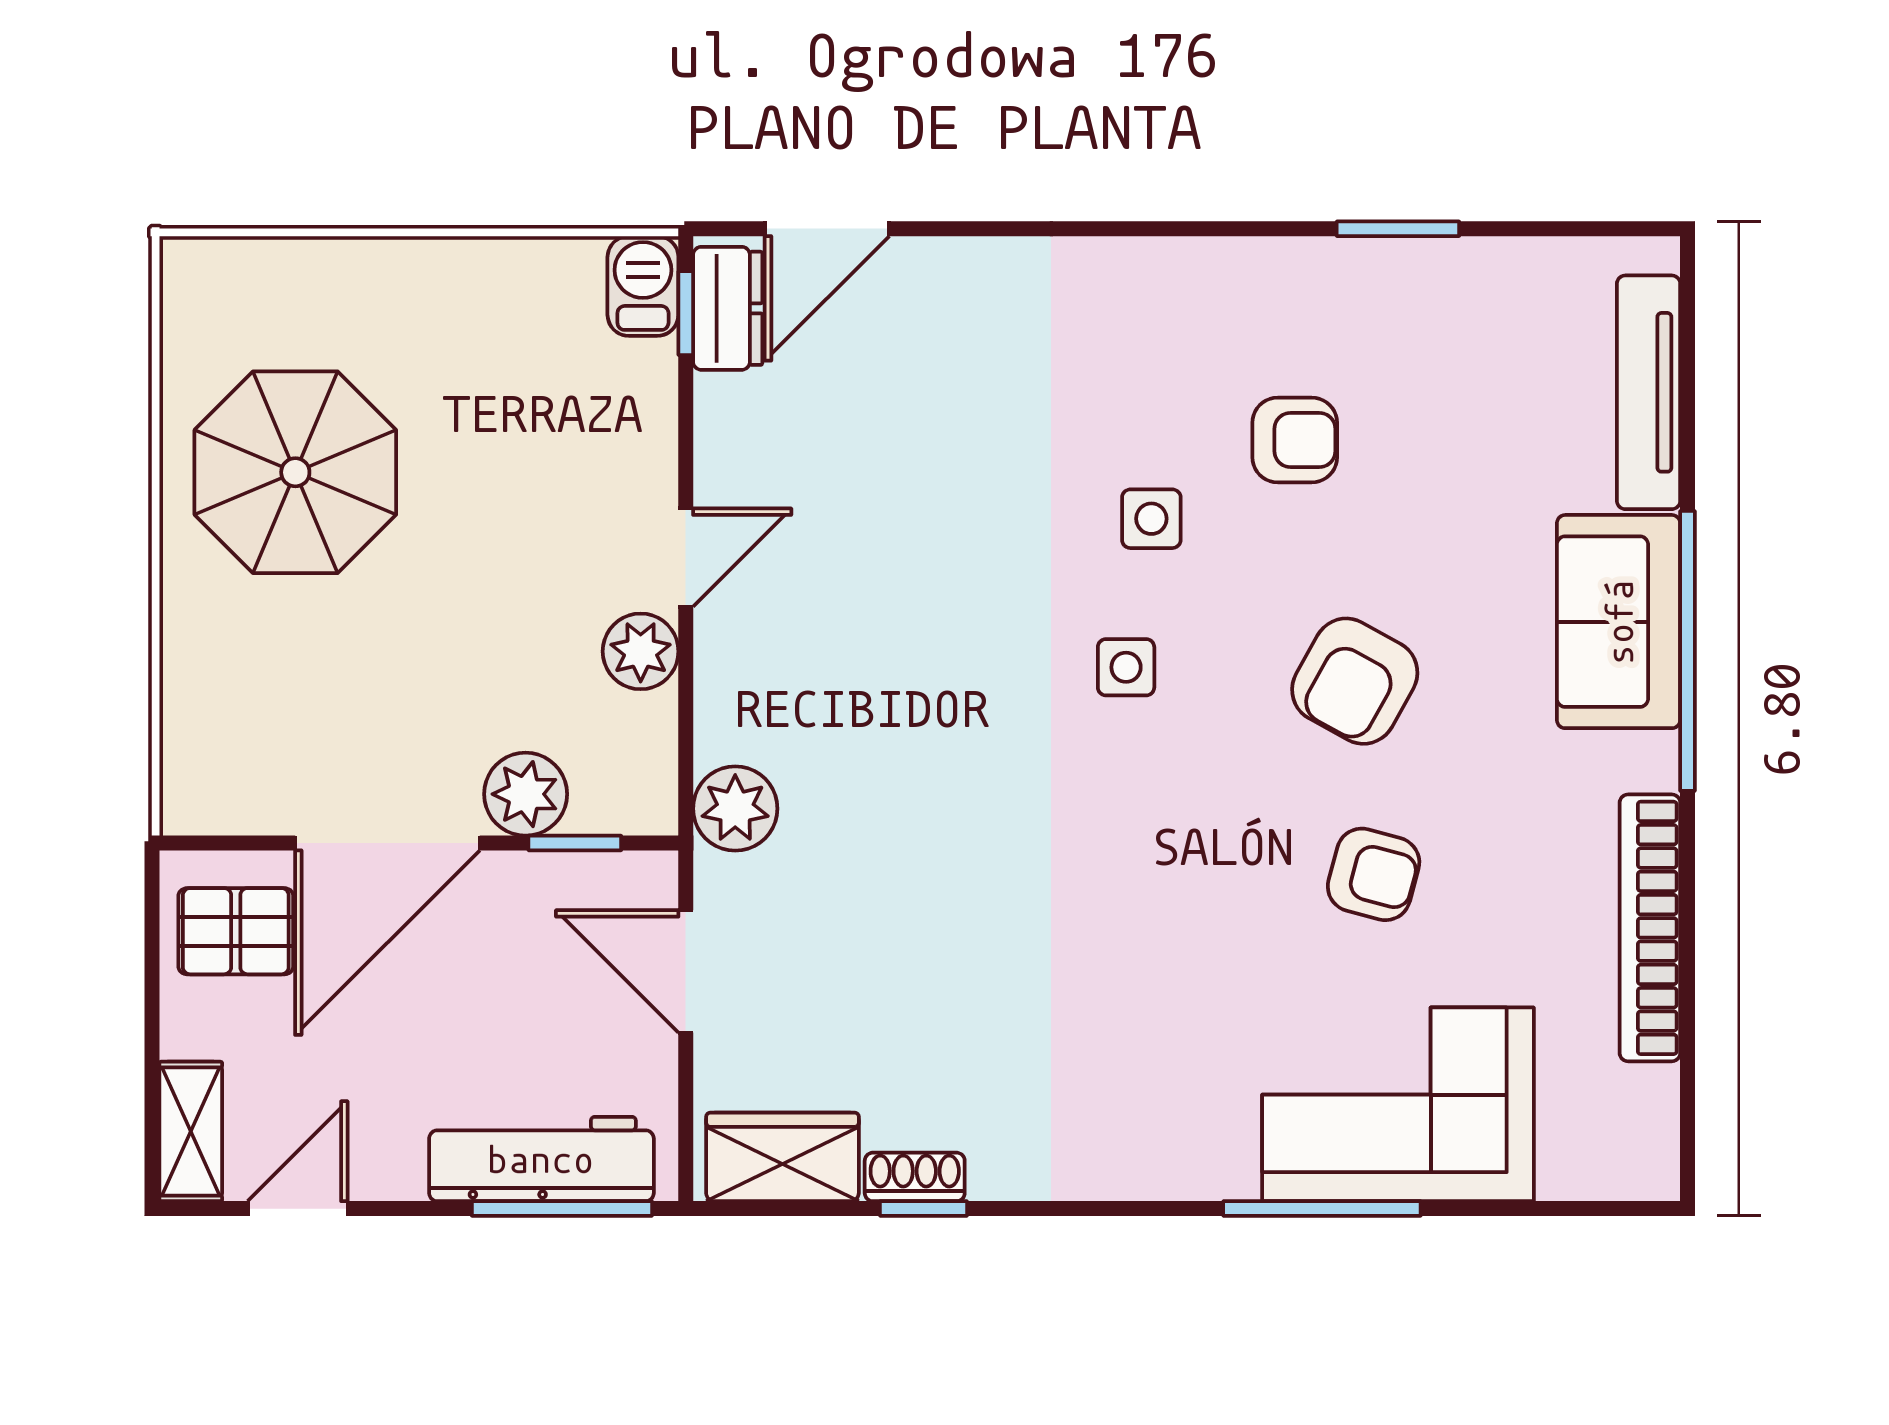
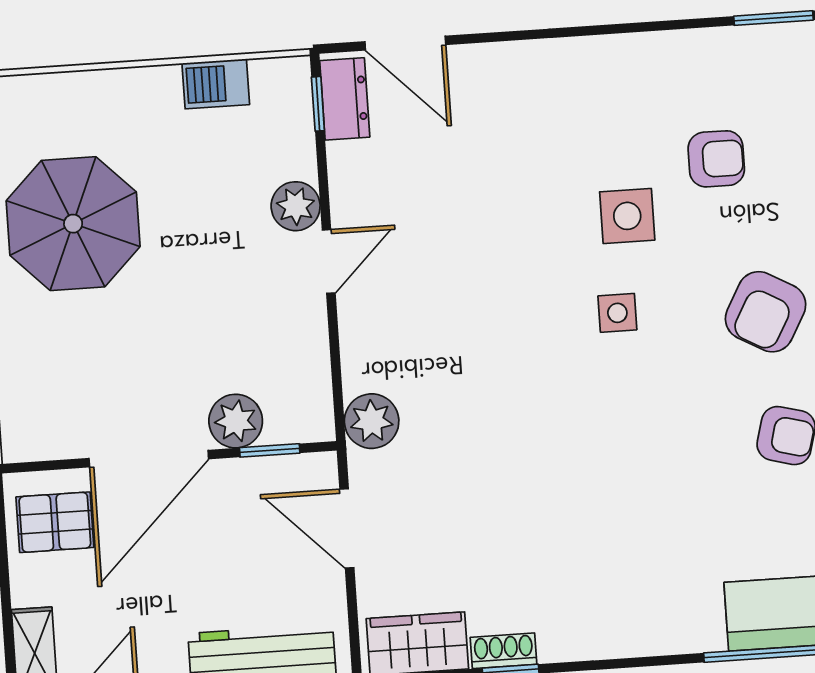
door: (827, 229) -> (405, 43), hinge flipped
barbecue: (643, 286) -> (216, 84), moved, turned -90
side table: (1151, 519) -> (627, 216), width x1.37, depth x1.37
plant: (641, 651) -> (296, 206), moved

